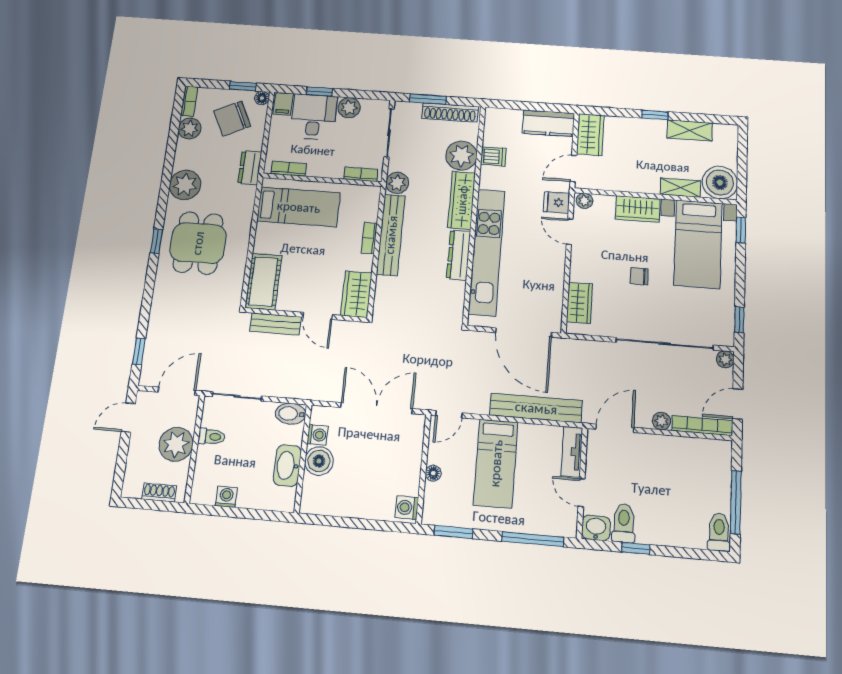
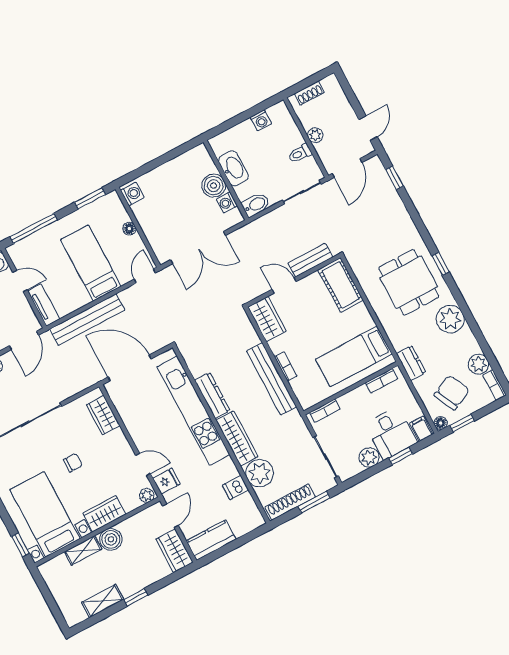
boiler: (720, 182) -> (111, 539), moved, width x0.73, depth x0.73
plant: (397, 183) -> (293, 421), removed
plant: (176, 444) -> (315, 135), width x0.53, depth x0.53

